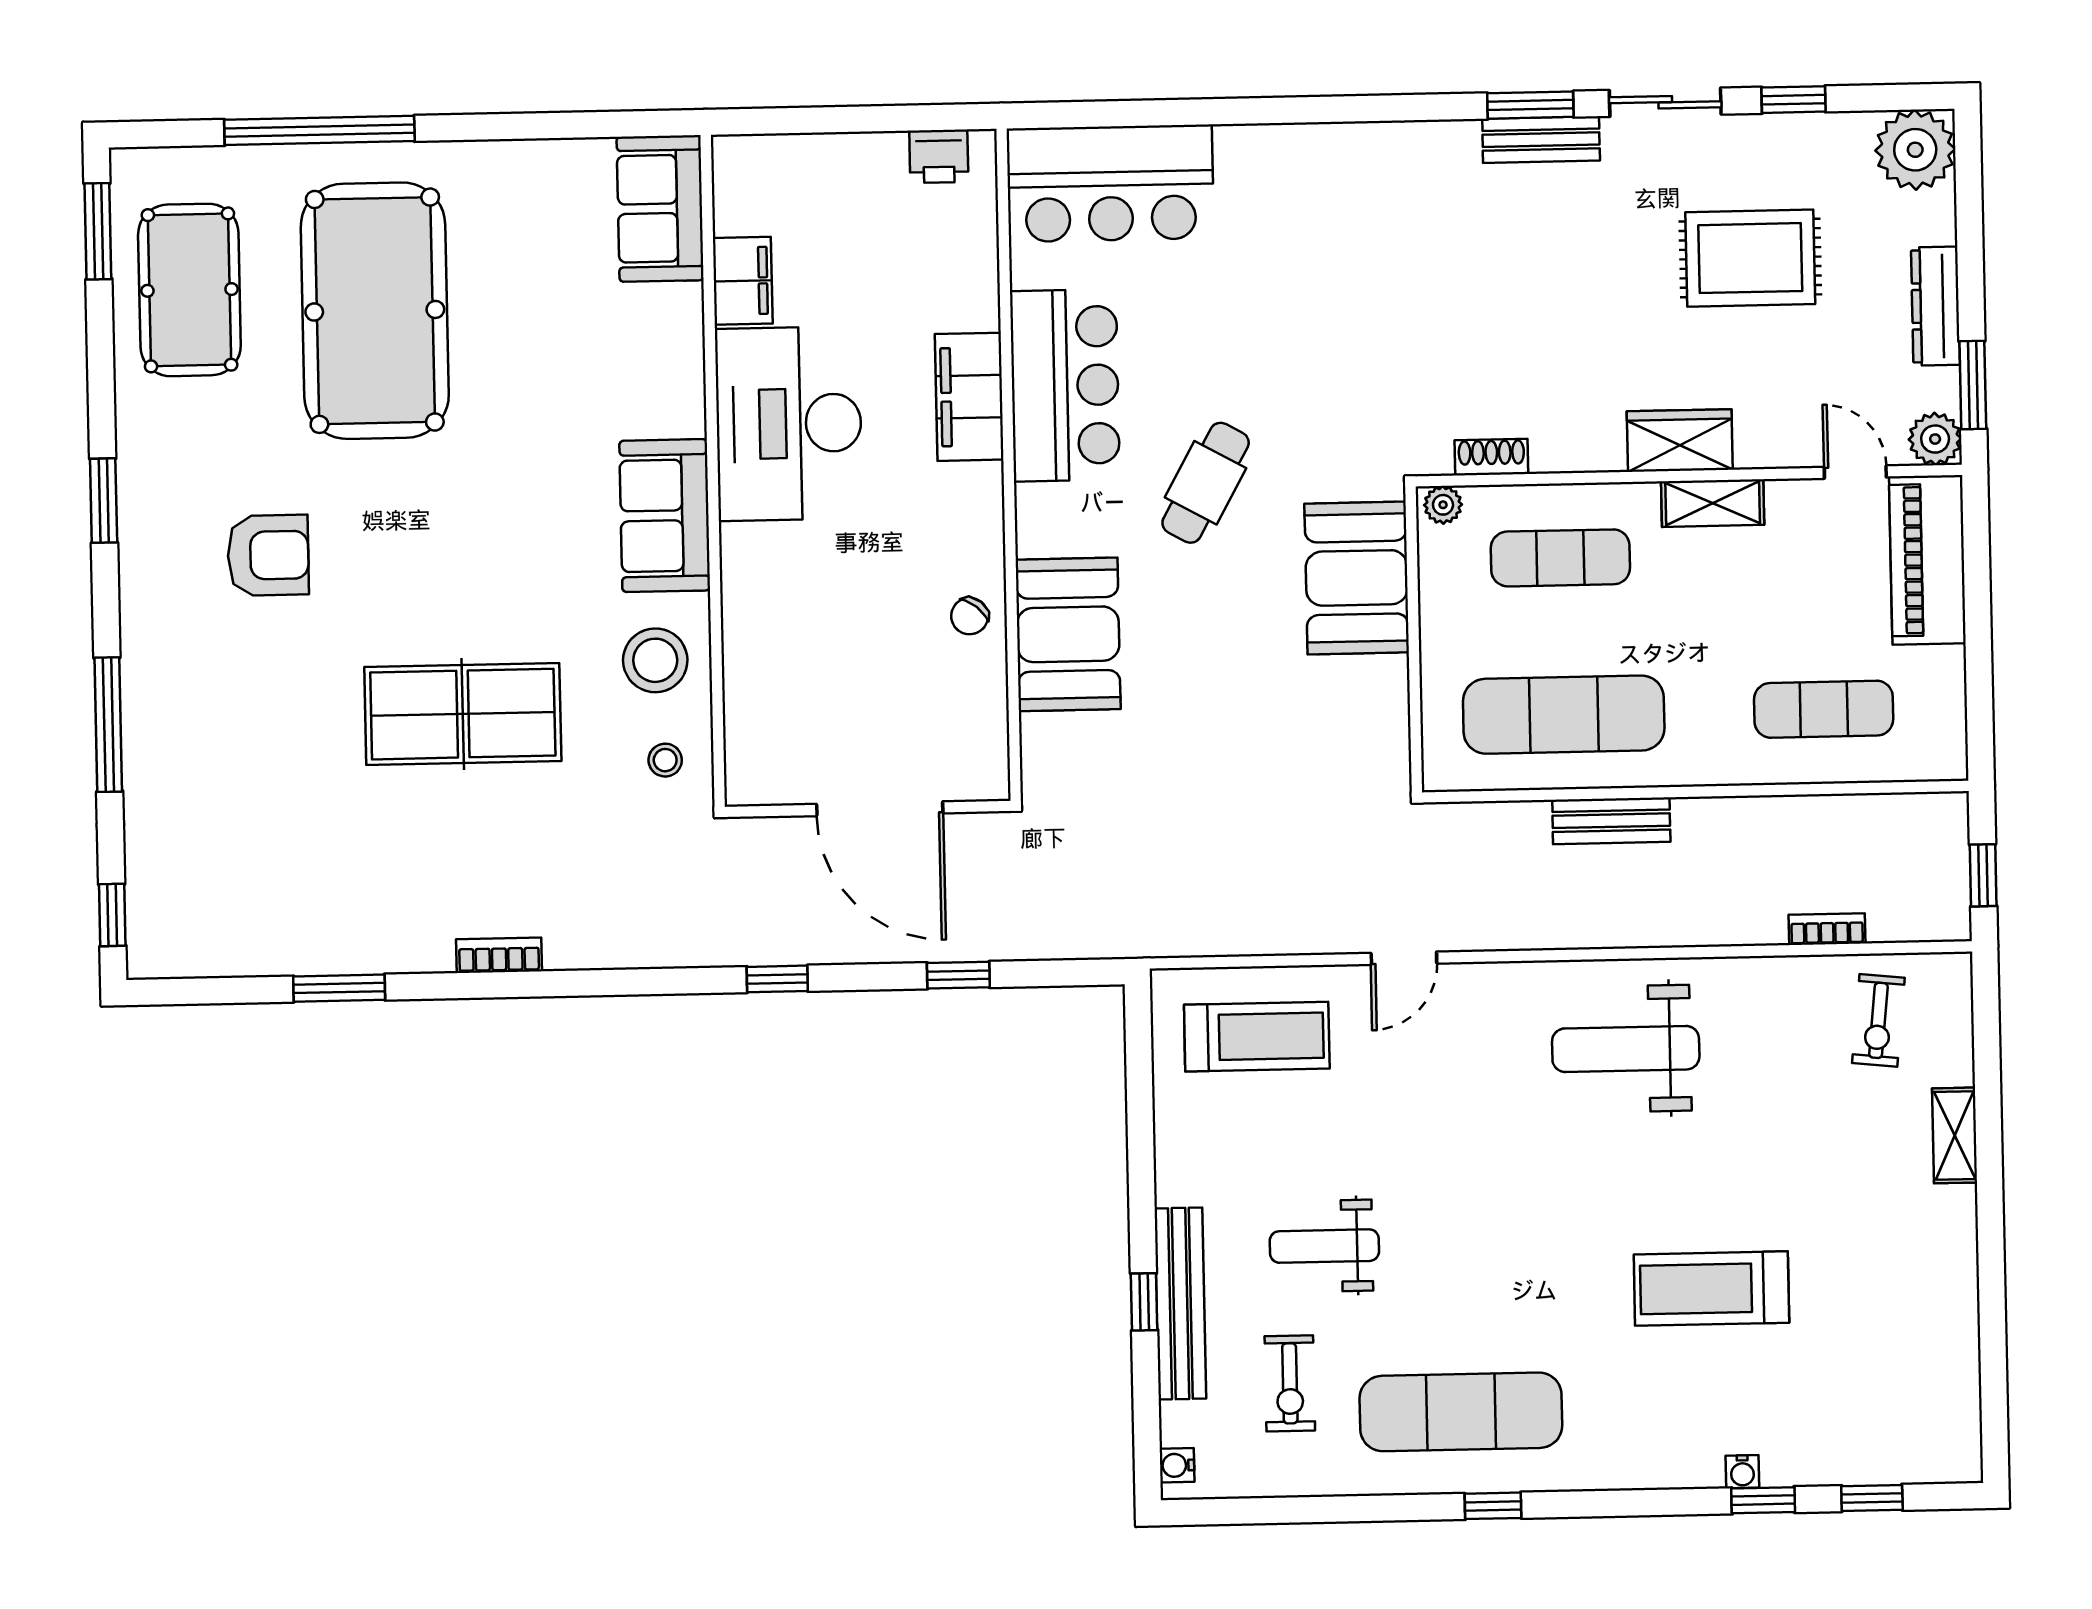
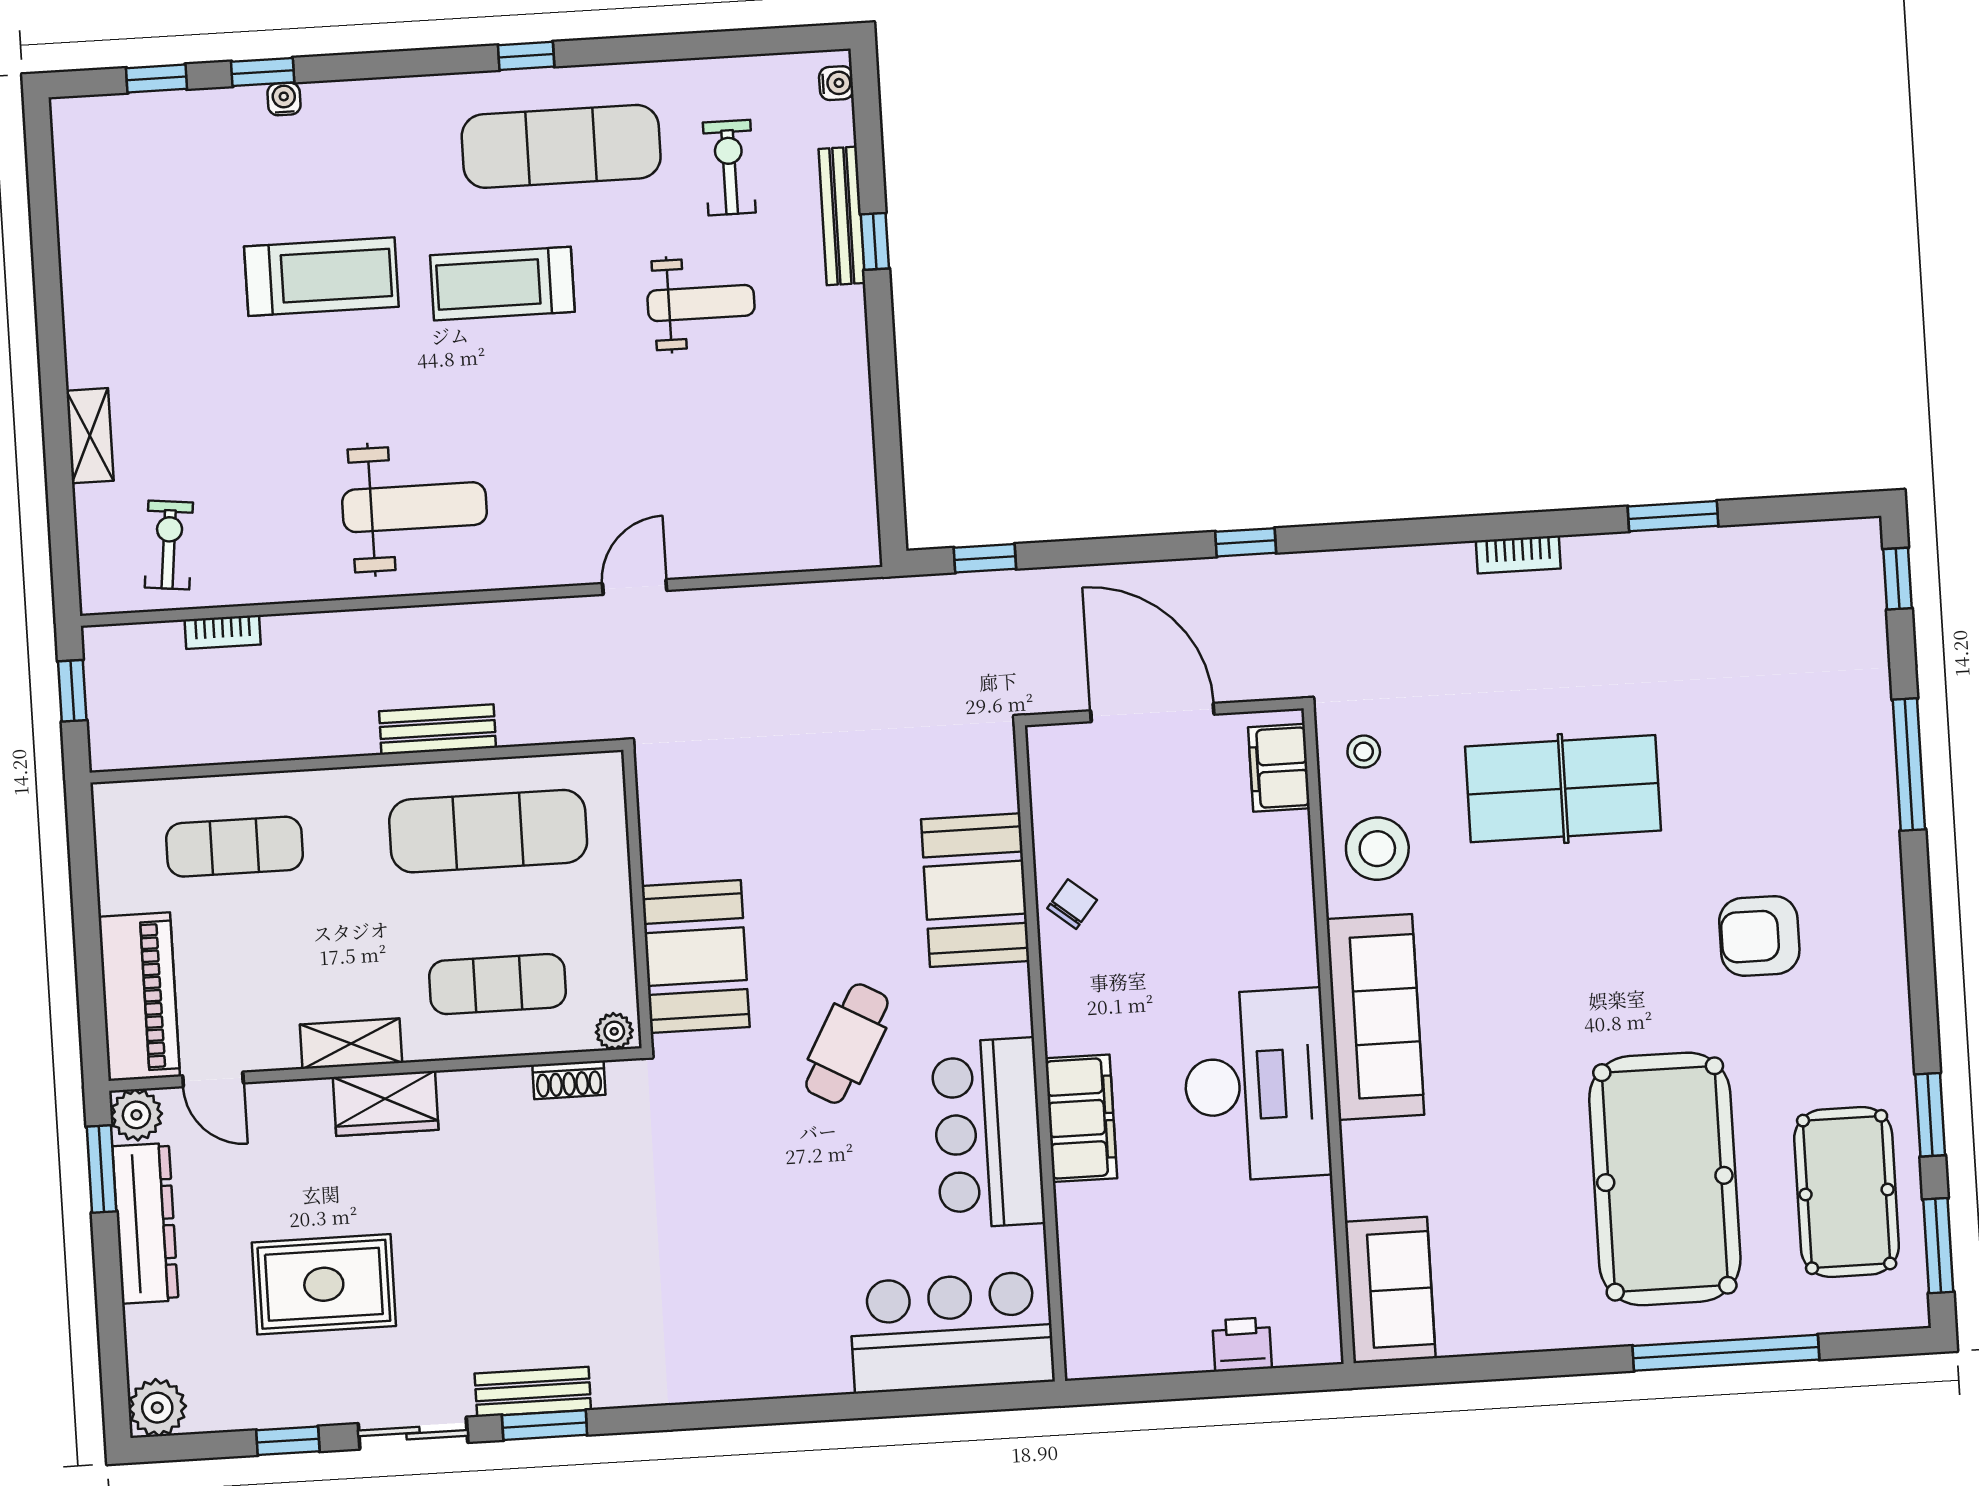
plant: (1915, 150) -> (157, 1408), width x0.73, depth x0.73
printer: (939, 156) -> (1242, 1344), moved
filing cabinet: (743, 281) -> (1279, 768), moved
dresser: (1935, 306) -> (145, 1223), width x1.37, depth x1.24
window: (104, 501) -> (1930, 1115), moved
sofa: (665, 516) -> (1375, 1017), width x1.36
window: (958, 975) -> (985, 558), moved
treadmill: (1257, 1037) -> (502, 284), moved
bench: (1180, 1304) -> (842, 216), width x0.73, depth x0.82

